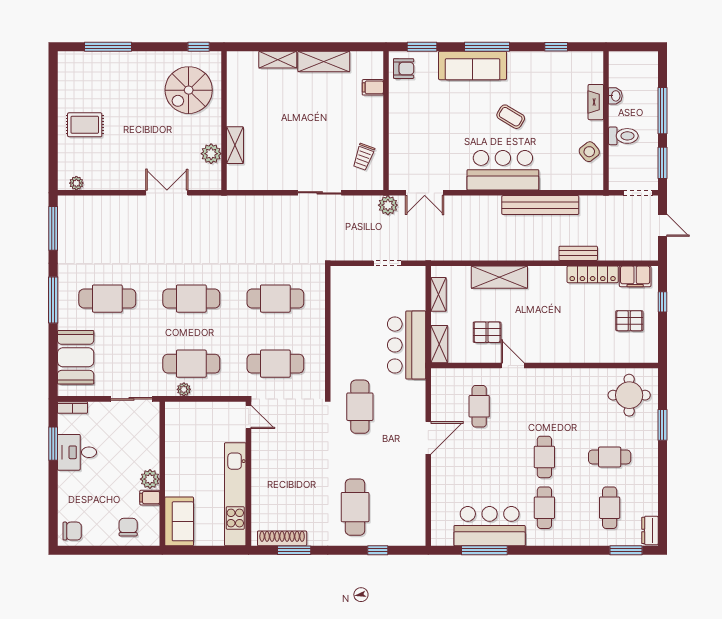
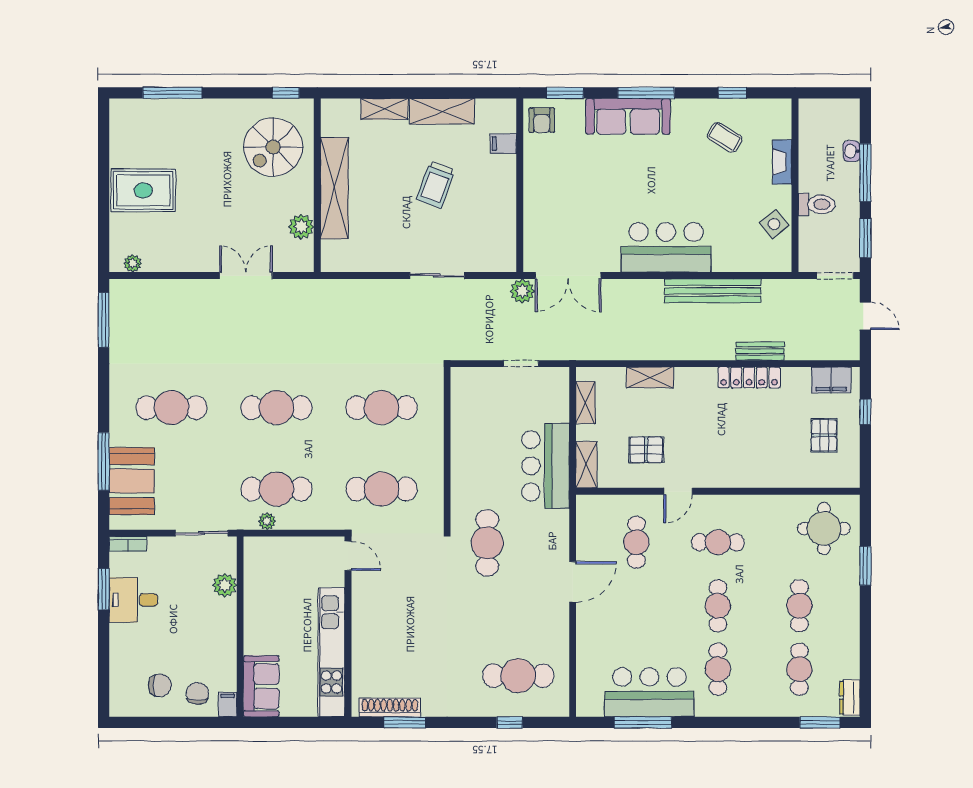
armchair: (404, 69) -> (542, 120), turned 90
washbasin: (615, 96) -> (852, 151), moved, turned 180
coffee table: (511, 117) -> (725, 137), moved
rug: (85, 125) -> (143, 190), width x1.36, depth x1.43
shelving: (235, 145) -> (334, 188), width x2.20, depth x1.33
trolley: (364, 157) -> (436, 185), moved, width x1.36, depth x1.39
double door: (425, 193) -> (568, 276), width x1.37
locker: (593, 274) -> (749, 377), moved
shelving: (499, 277) -> (650, 377), width x0.67, depth x0.75
window: (53, 300) -> (104, 461), moved
pallet: (629, 321) -> (824, 435), turned 90
door: (513, 365) -> (678, 491), swing flipped
cafe table: (544, 406) -> (718, 542), added
cafe table: (610, 457) -> (799, 606), turned 90
plant: (150, 479) -> (225, 585), moved
filing cabinet: (150, 498) -> (228, 705), moved, turned 90
cafe table: (355, 507) -> (518, 676), moved, turned 90
chair: (72, 531) -> (160, 685), moved

